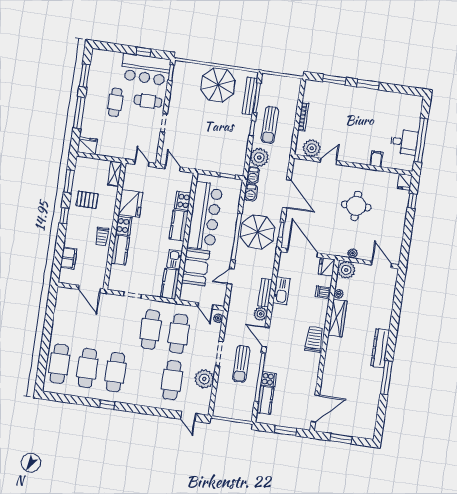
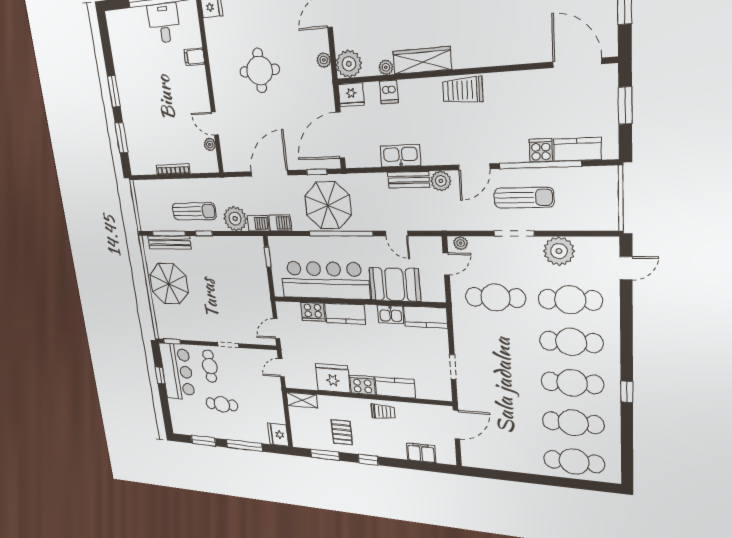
plant: (312, 148) -> (210, 144), width x0.53, depth x0.53
cafe table: (150, 330) -> (571, 342), moved

